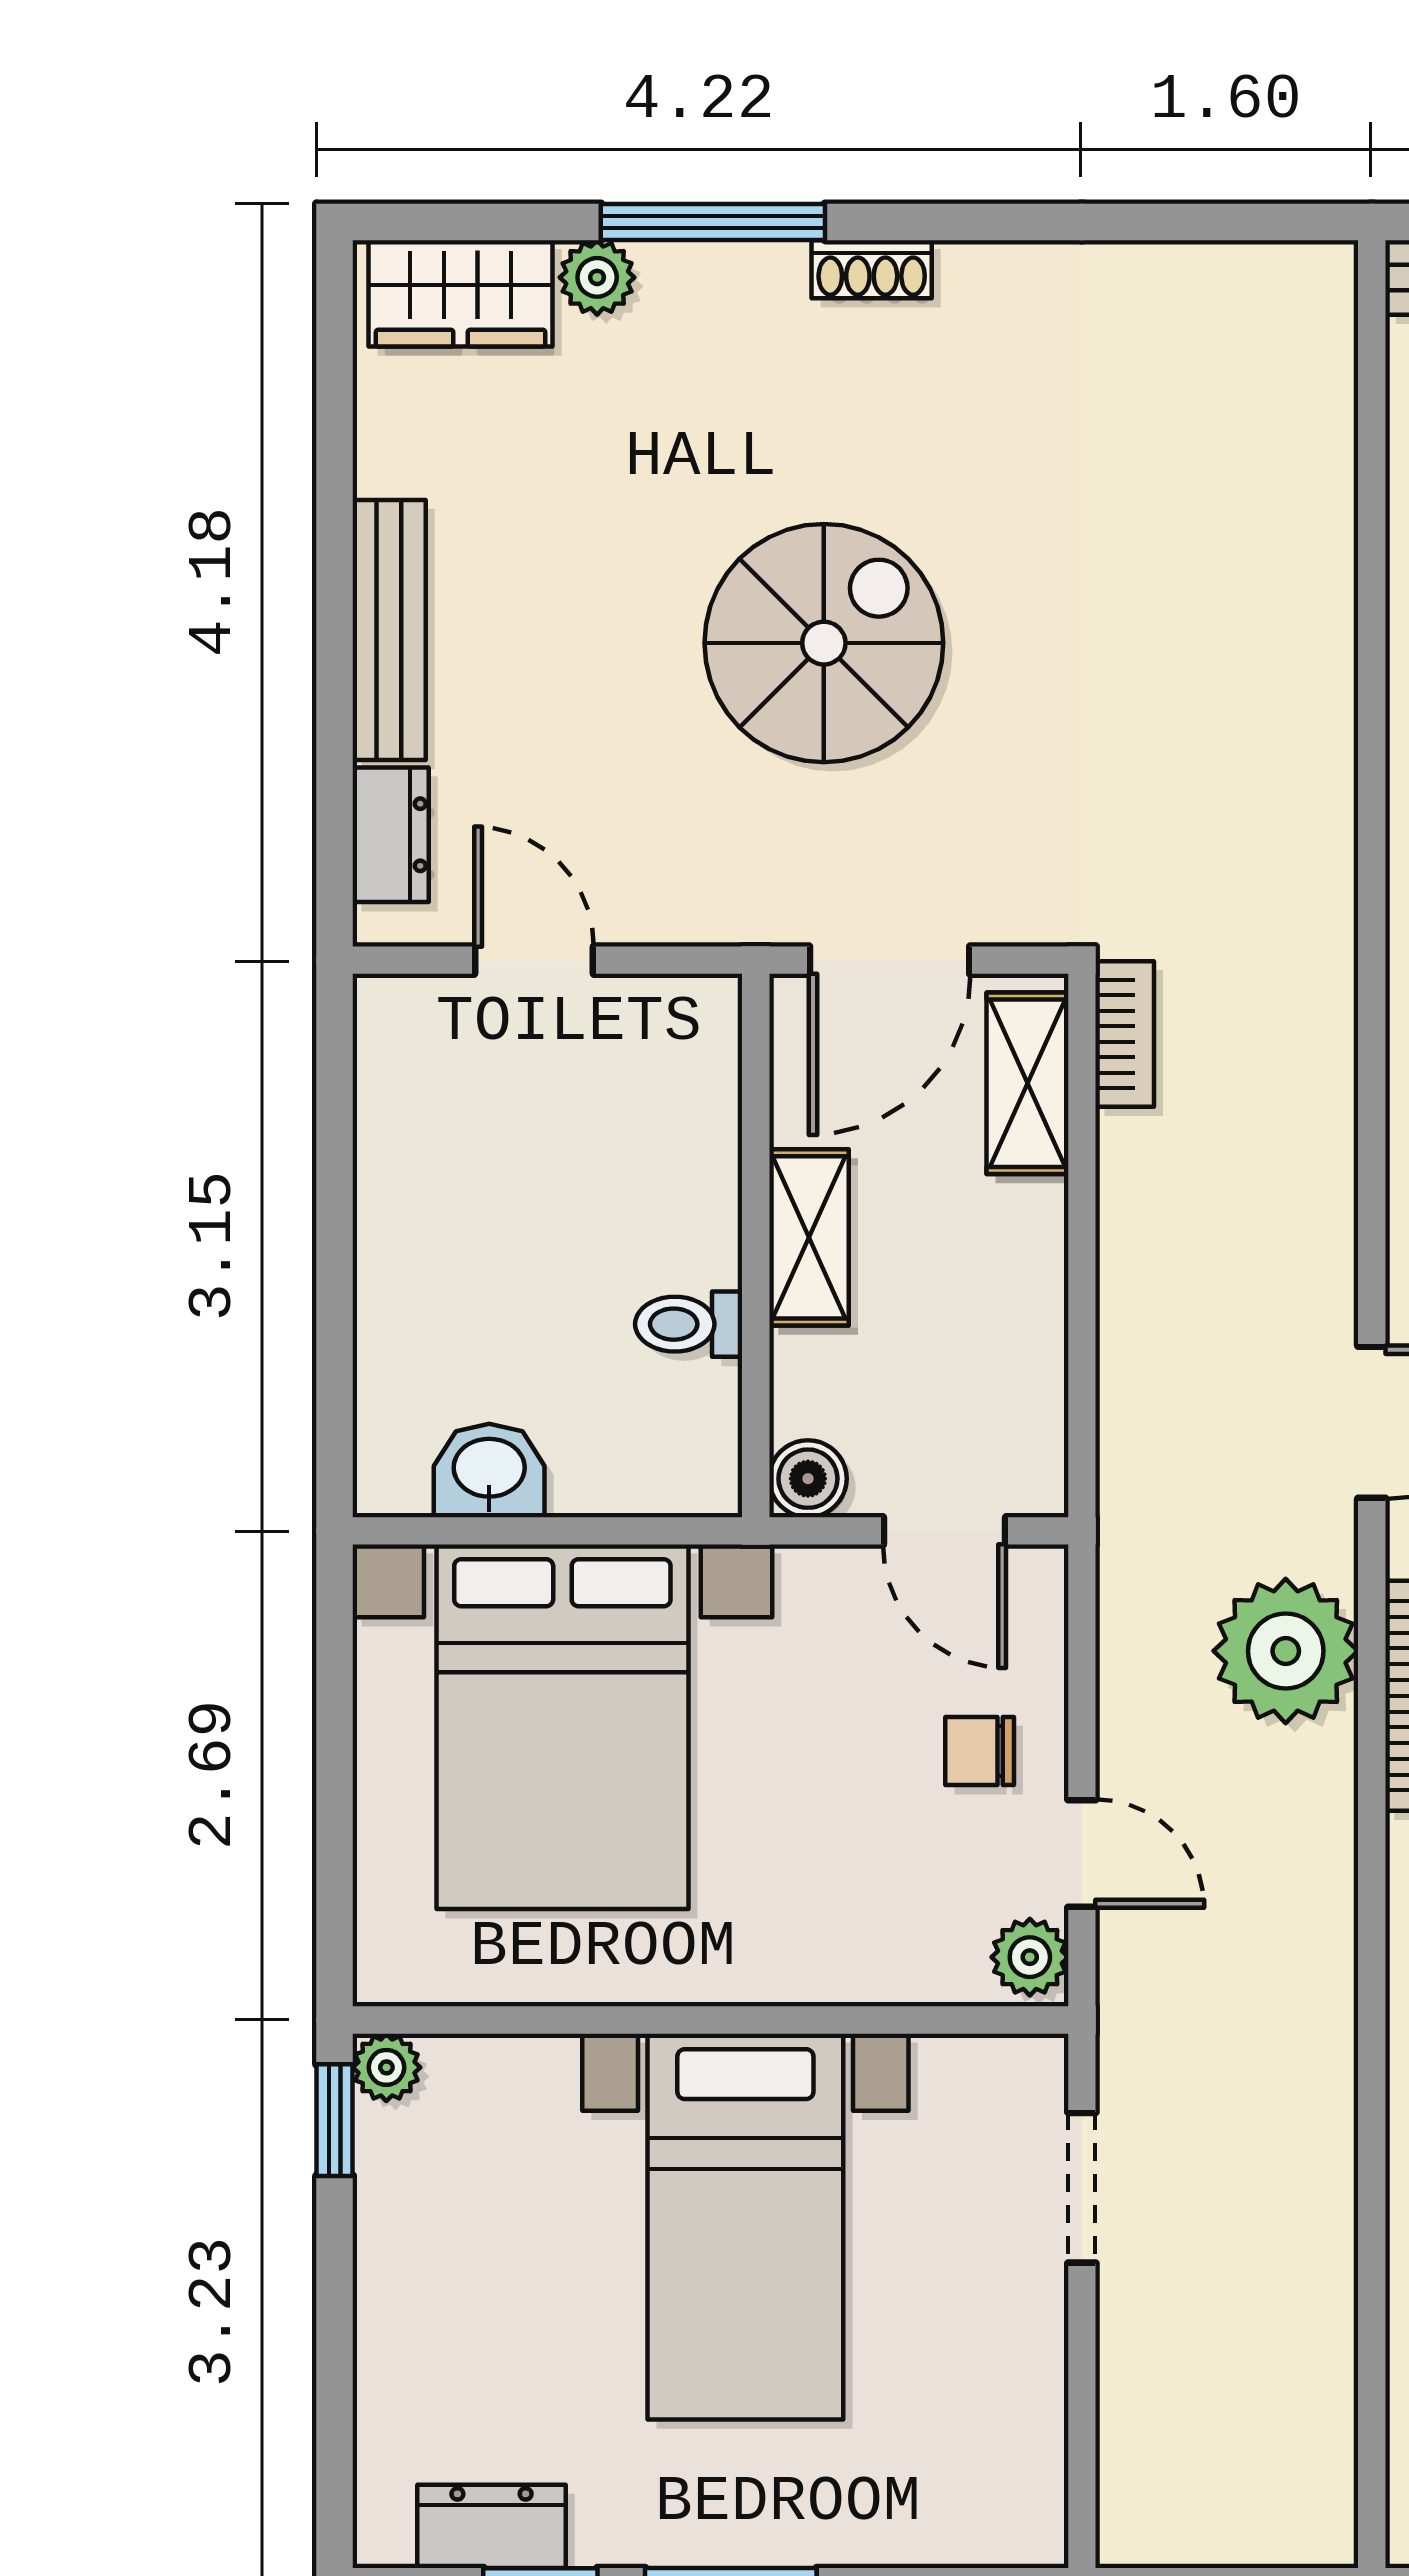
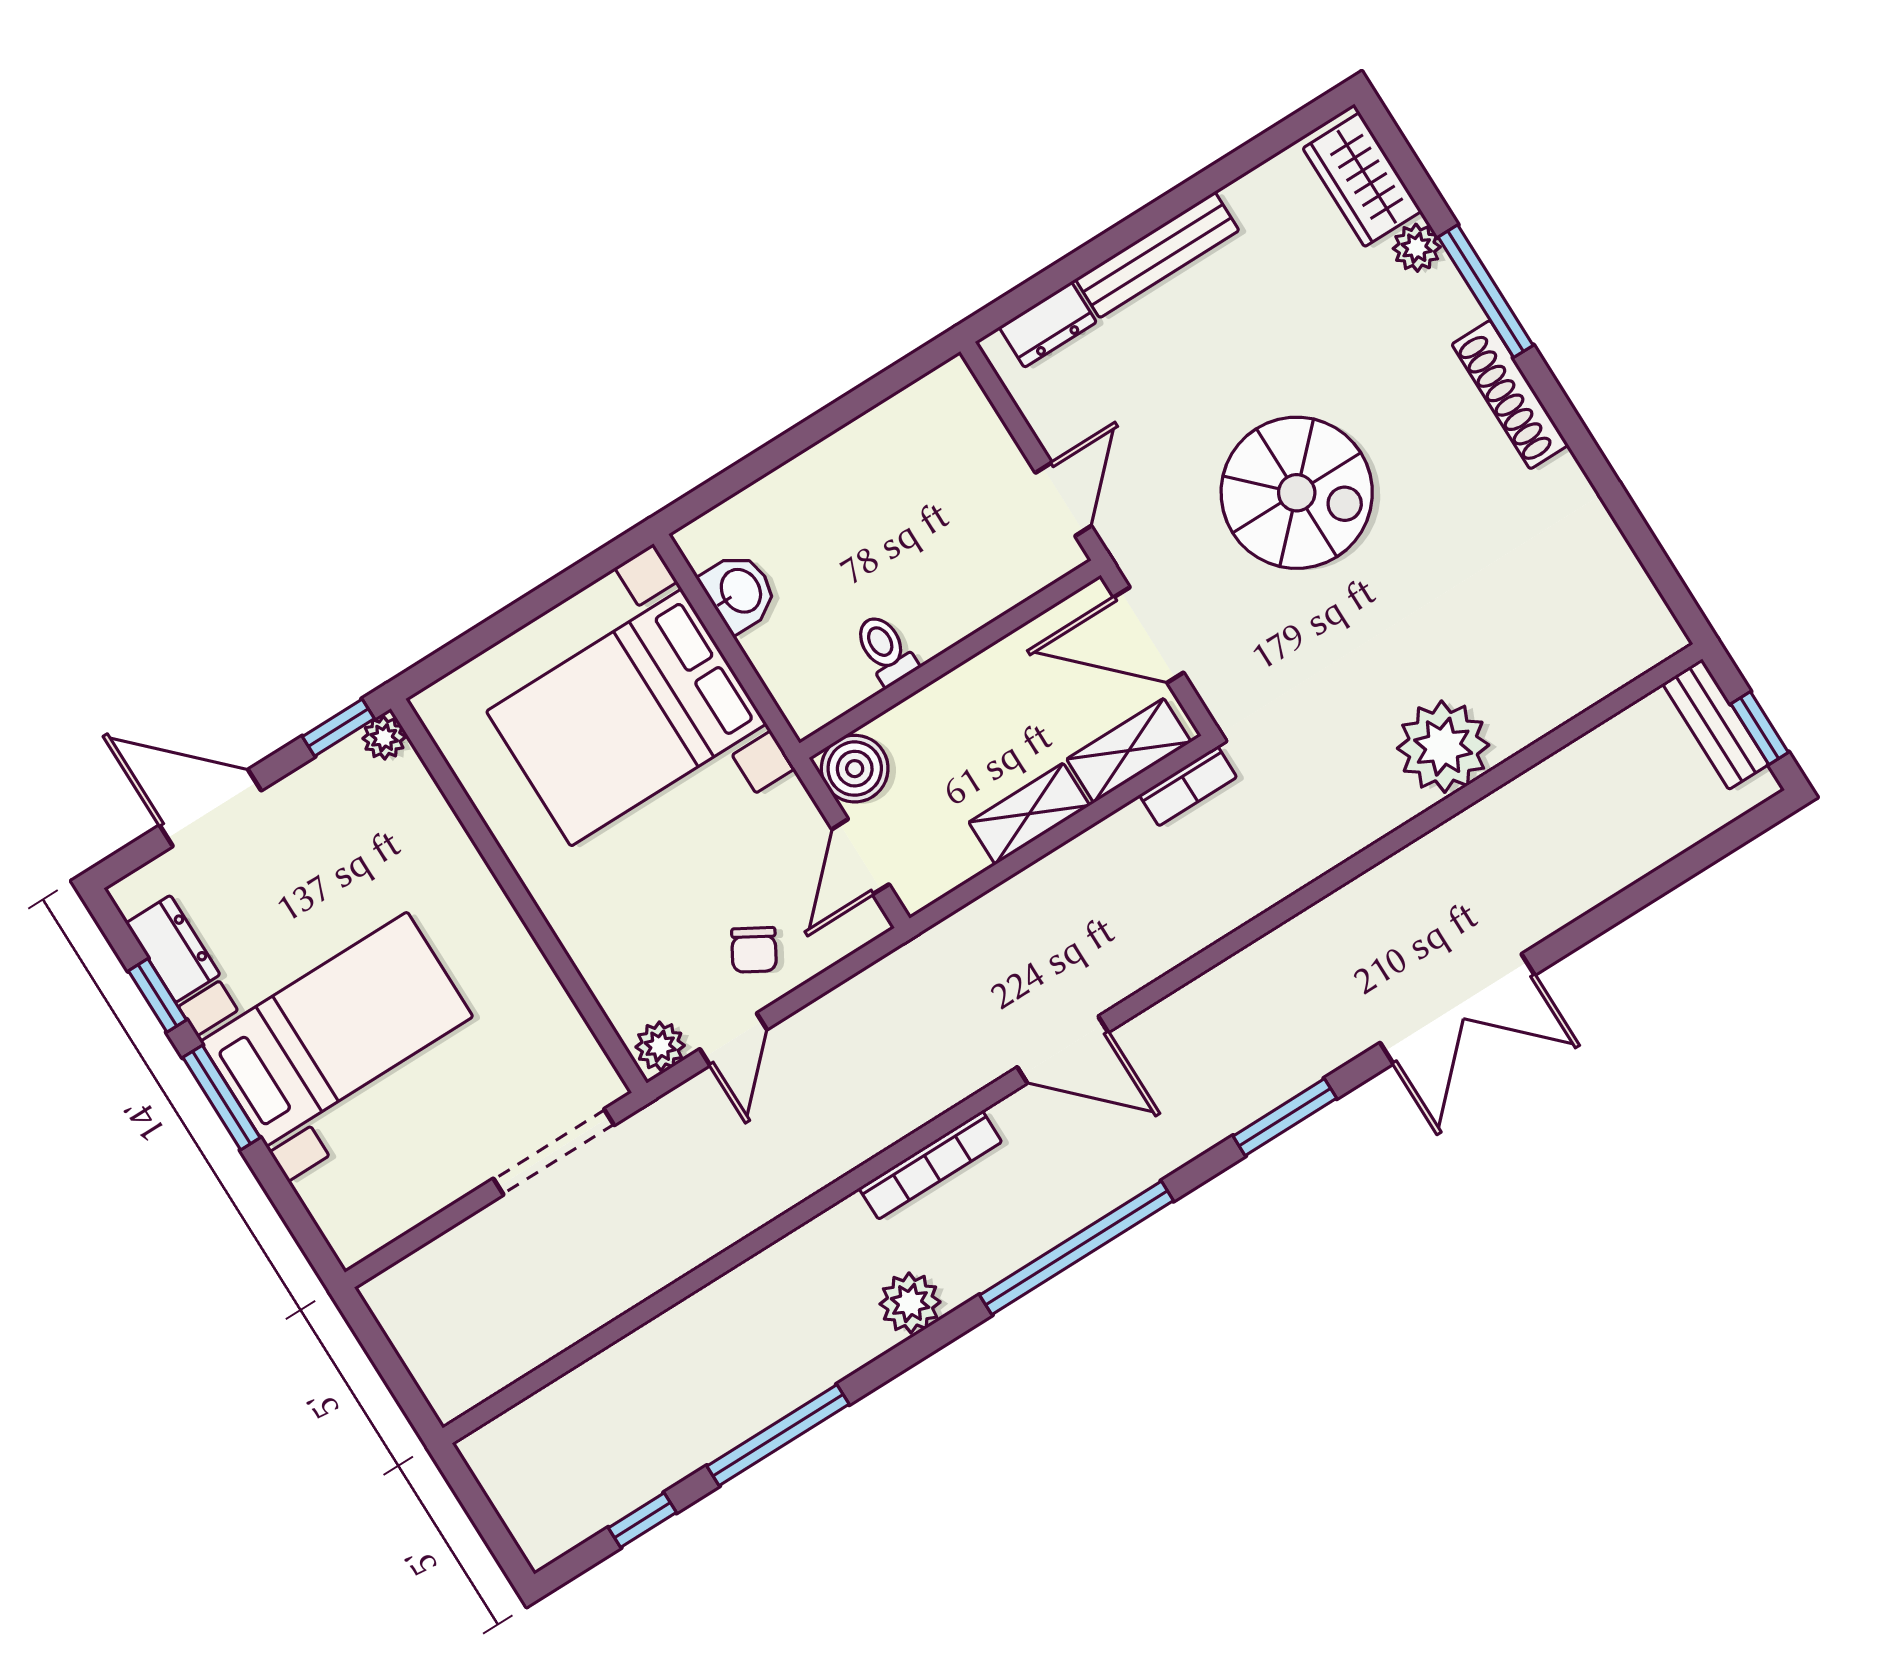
shoe rack: (872, 269) -> (1510, 395), width x1.94, depth x1.24
door: (534, 960) -> (1063, 499), moved
shelving: (809, 1237) -> (1029, 814), moved
boiler: (808, 1479) -> (855, 769), width x1.36, depth x1.36
plant: (1286, 1651) -> (1443, 747), moved
chair: (980, 1751) -> (754, 950), turned -150
doorway: (1082, 2188) -> (554, 1152), width x1.38
bed with nightstands: (745, 2227) -> (337, 1029), moved, turned 180
door: (335, 2358) -> (210, 808), added

